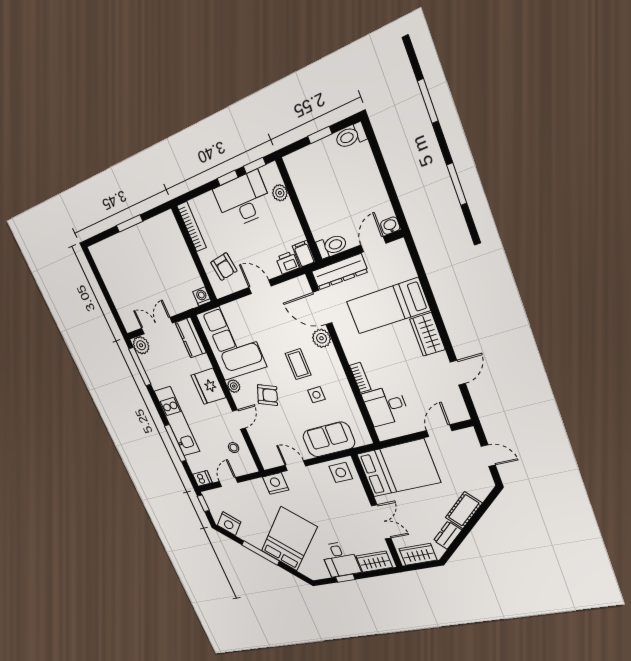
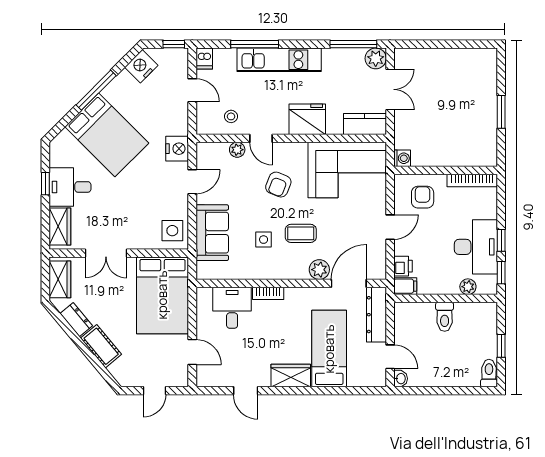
toilet: (332, 246) -> (445, 317), moved
armchair: (224, 267) -> (423, 197), turned 99
plant: (234, 386) -> (237, 150), moved

